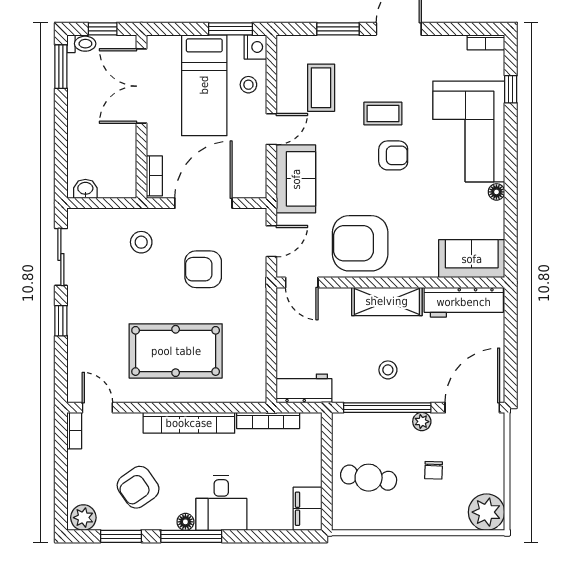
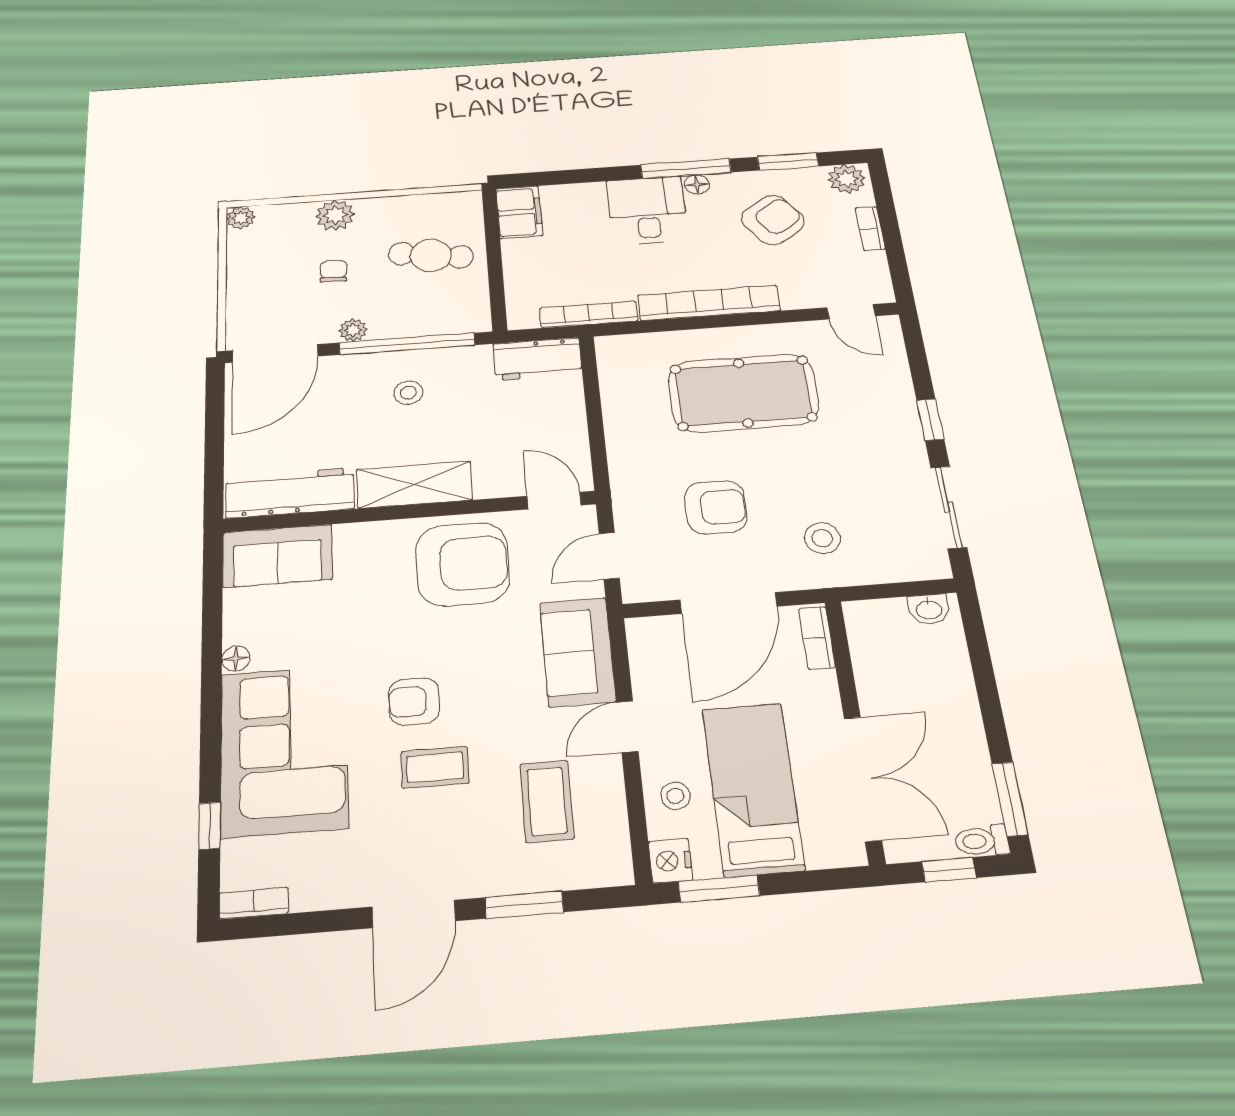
bookcase: (74, 431) -> (870, 229), moved
plant: (486, 512) -> (241, 218), width x0.53, depth x0.53
plant: (431, 517) -> (335, 215), added

